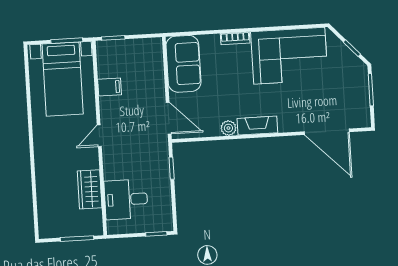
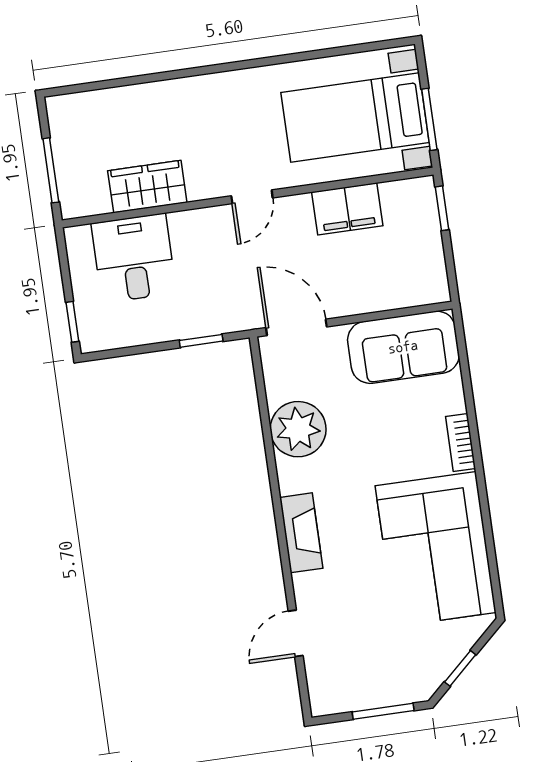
filing cabinet: (110, 87) -> (347, 209), width x2.00
door: (169, 118) -> (296, 327), swing flipped
fireplace: (257, 126) -> (301, 533), moved
plant: (228, 128) -> (298, 429), width x1.87, depth x1.87
door: (327, 132) -> (296, 633), width x0.53
door: (99, 136) -> (252, 197), swing flipped

